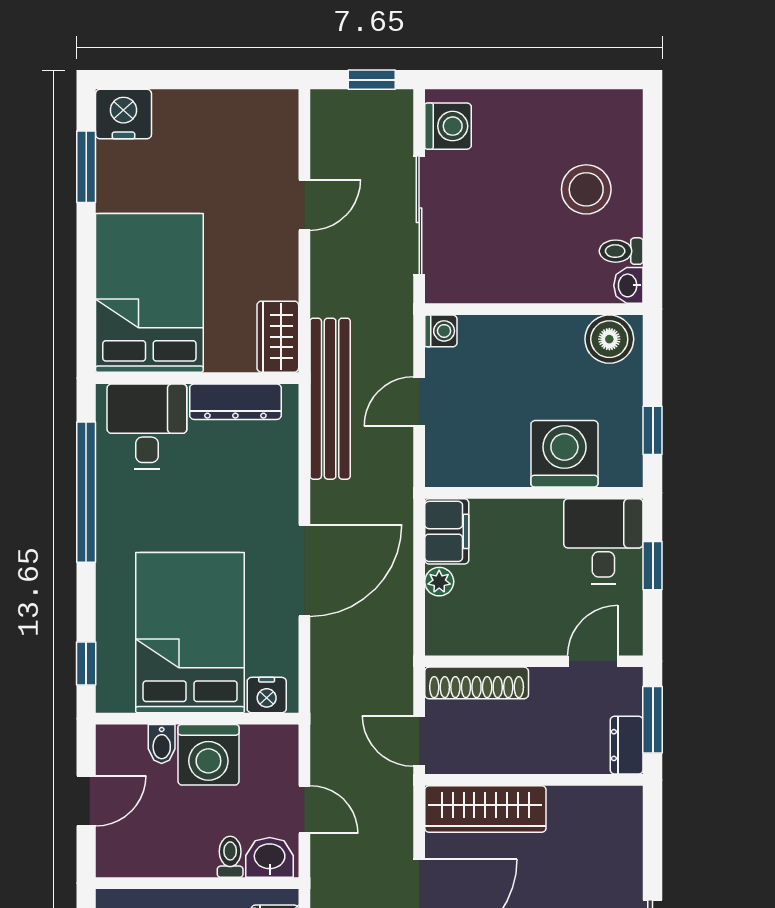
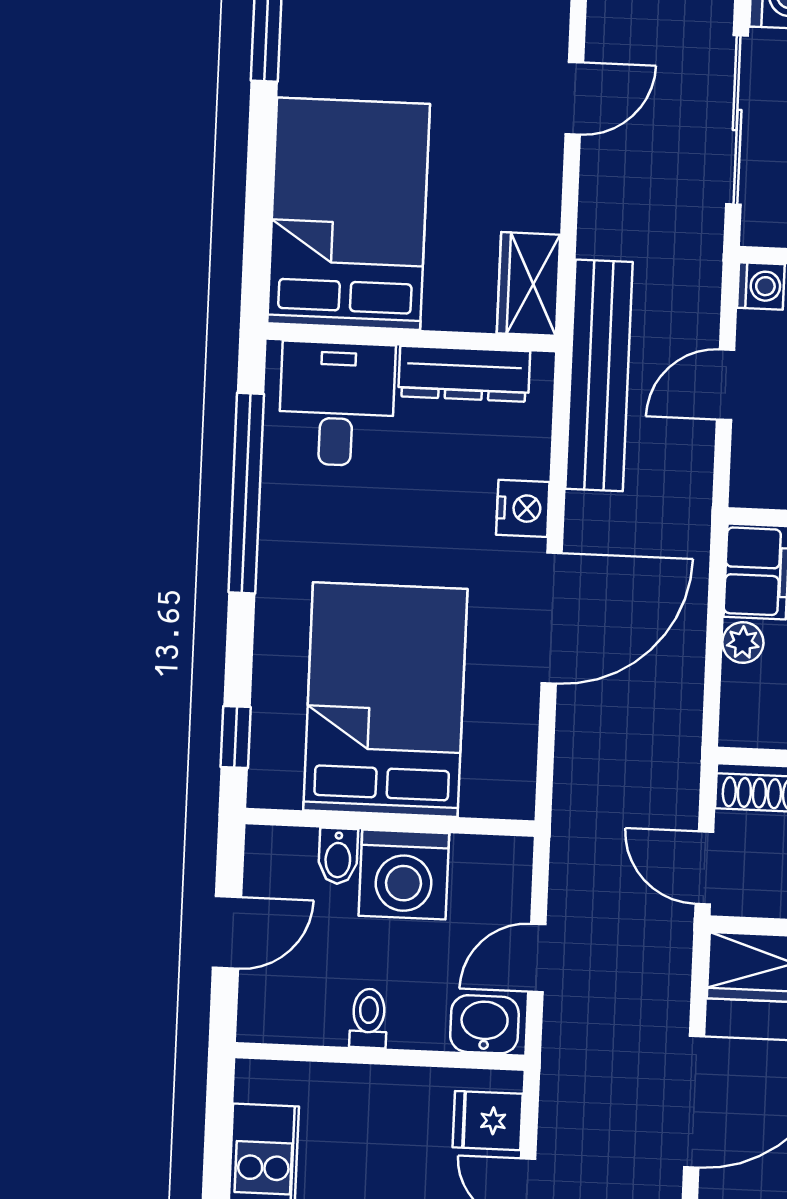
nightstand: (267, 695) -> (523, 508), moved, turned -90
door: (304, 809) -> (537, 958), swing flipped
toilet: (230, 857) -> (369, 1018), moved

